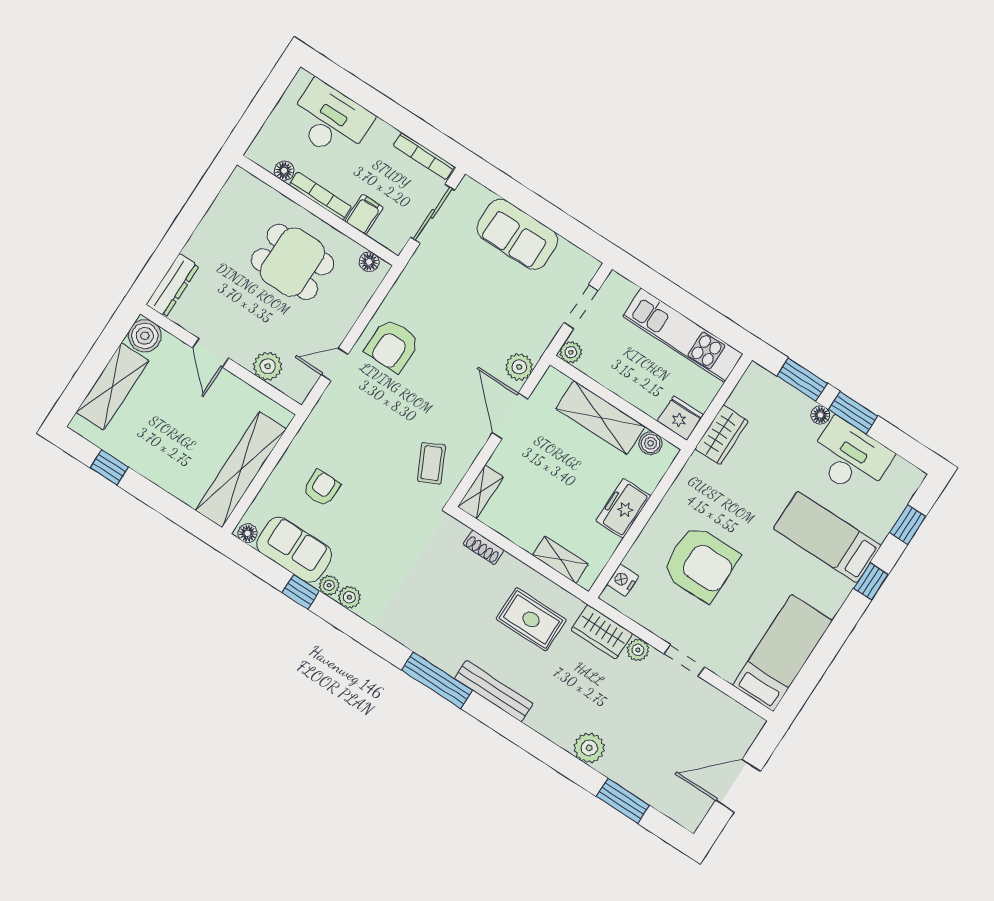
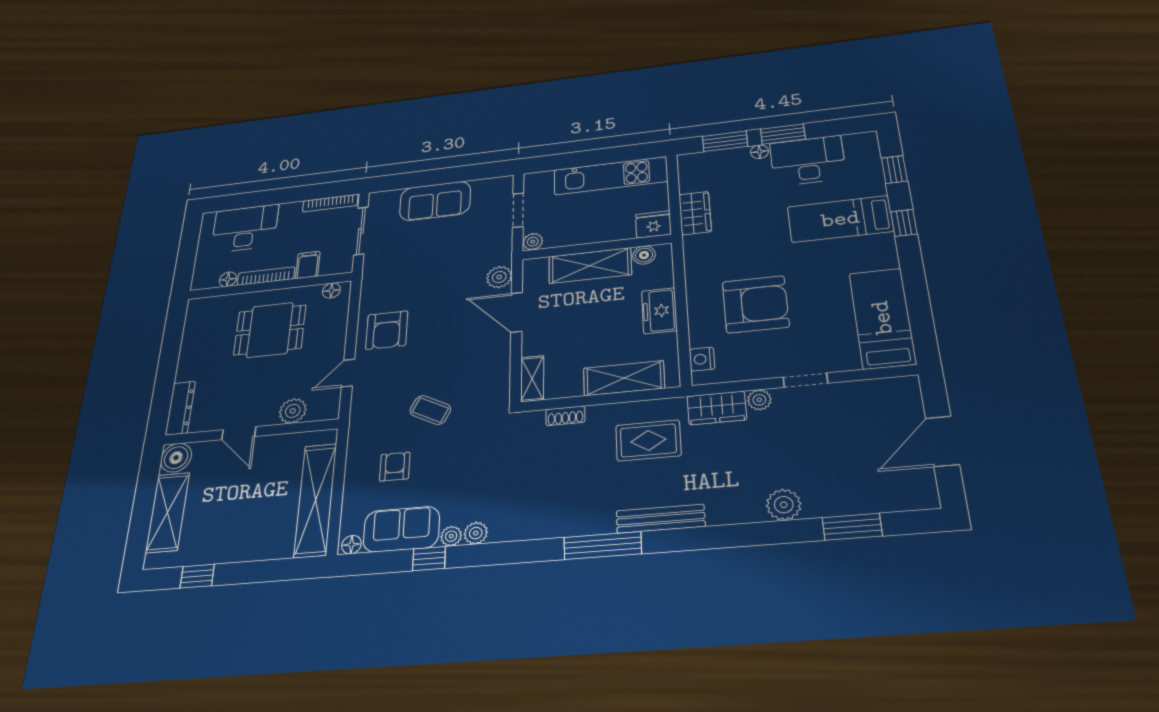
coffee table: (431, 463) -> (430, 410), moved, turned -37
shelving: (560, 560) -> (624, 378), width x1.50, depth x1.33

